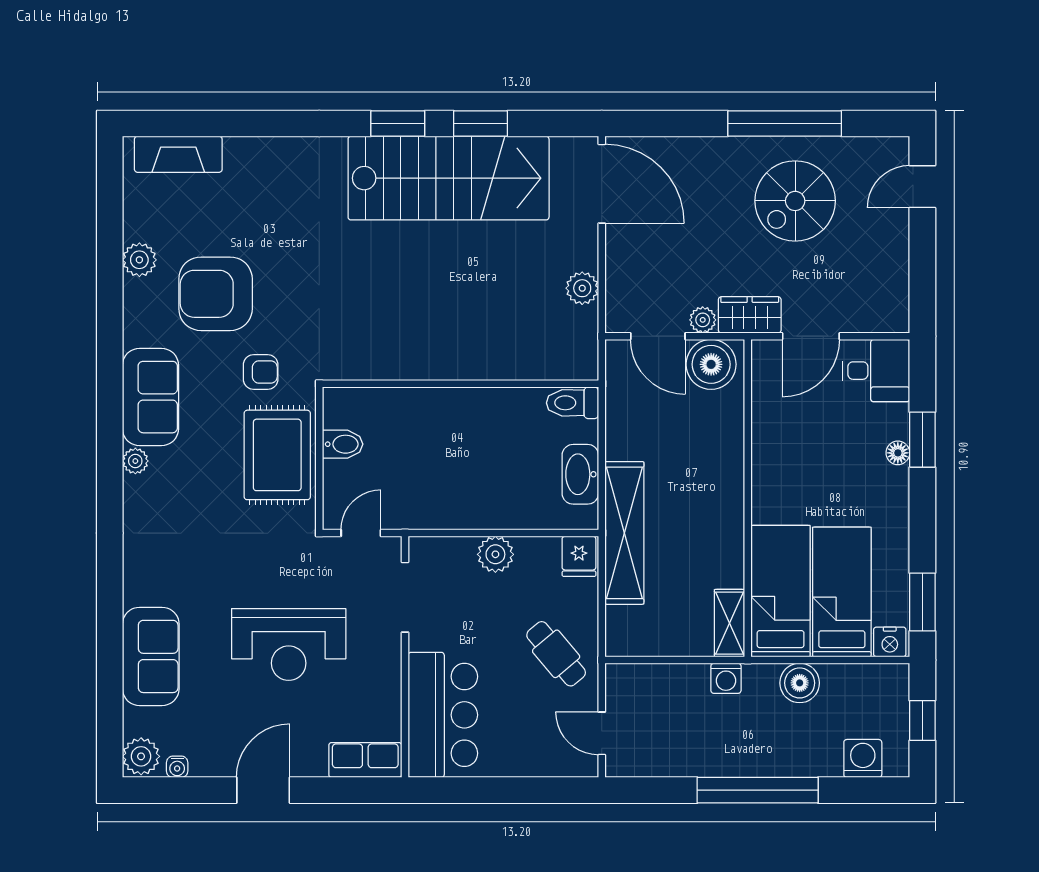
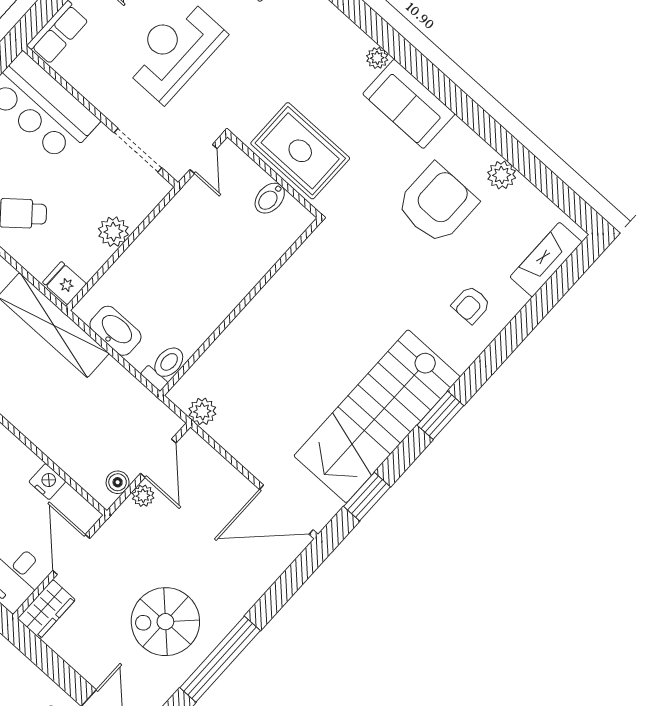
window: (480, 124) -> (367, 497), moved
spiral stairs: (795, 201) -> (165, 622), turned -90
plant: (582, 288) -> (202, 411), moved
wardrobe: (750, 315) -> (46, 609), moved
door: (658, 336) -> (158, 458), swing flipped
boiler: (711, 364) -> (118, 482), width x0.54, depth x0.54
armchair: (261, 372) -> (471, 305), moved
nightstand: (766, 415) -> (47, 482), added

